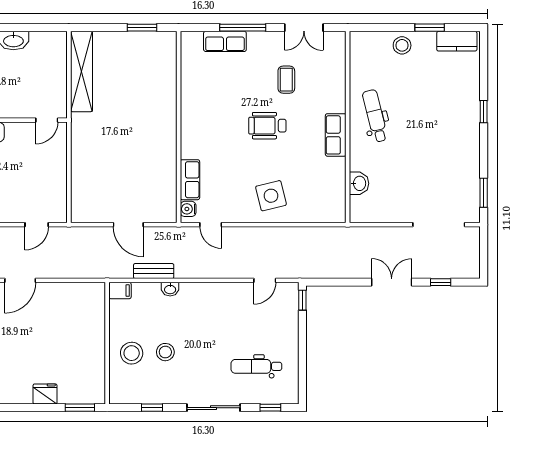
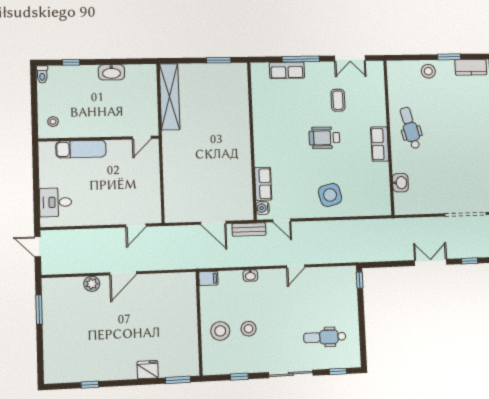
bench: (154, 271) -> (249, 229), moved
door: (265, 280) -> (296, 266), moved

